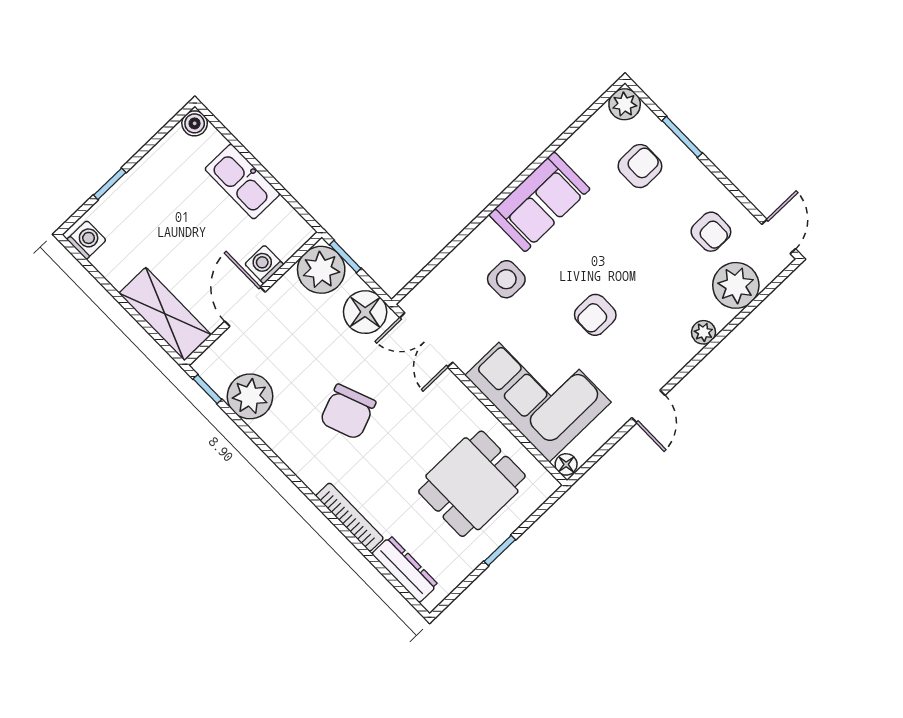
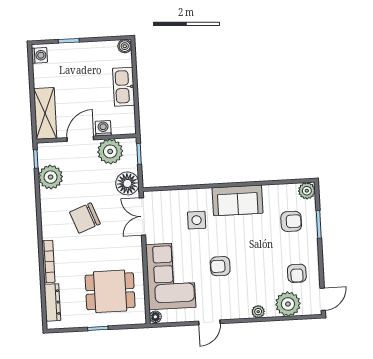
plant: (321, 270) -> (110, 151), moved

